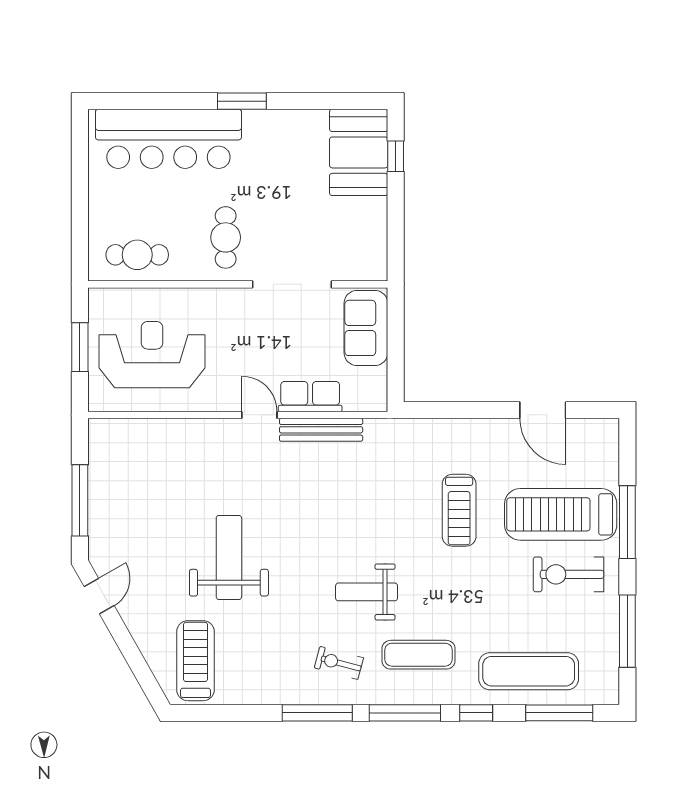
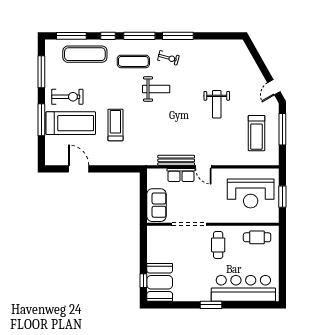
weight bench: (229, 557) -> (217, 104), width x0.73, depth x0.75
treadmill: (195, 661) -> (256, 133), moved

